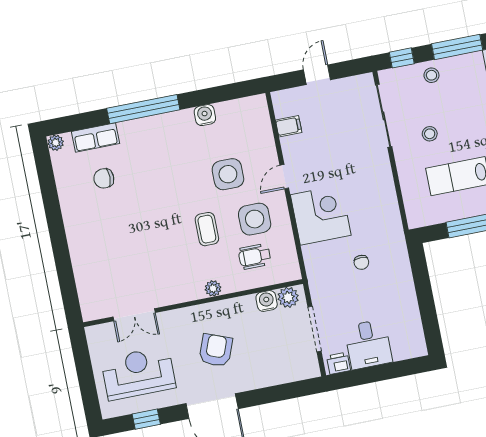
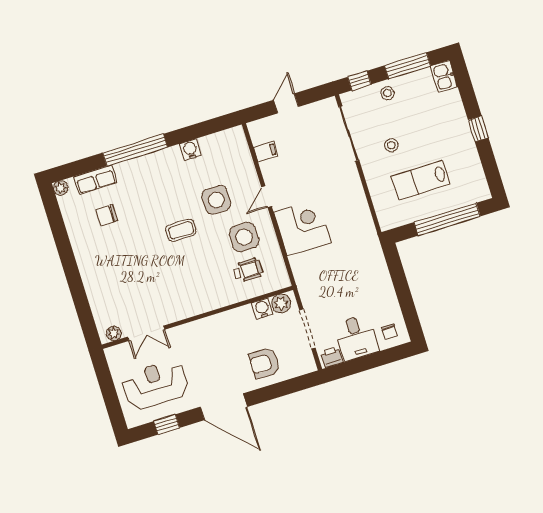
coffee table: (207, 229) -> (181, 230), moved, turned 90
wheelchair: (255, 256) -> (248, 270), turned 180
chair: (361, 262) -> (389, 332), moved
plant: (213, 288) -> (114, 333), moved
armchair: (216, 350) -> (264, 363), moved, turned -111

